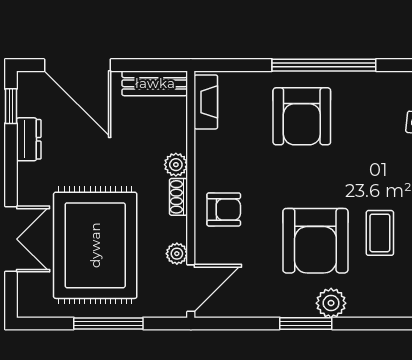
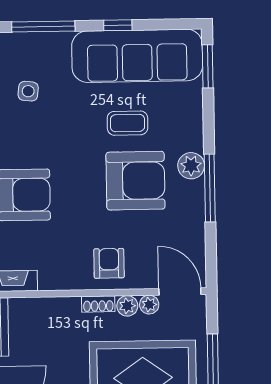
plant: (176, 165) -> (127, 306), moved
window: (306, 323) -> (210, 188), width x1.44

